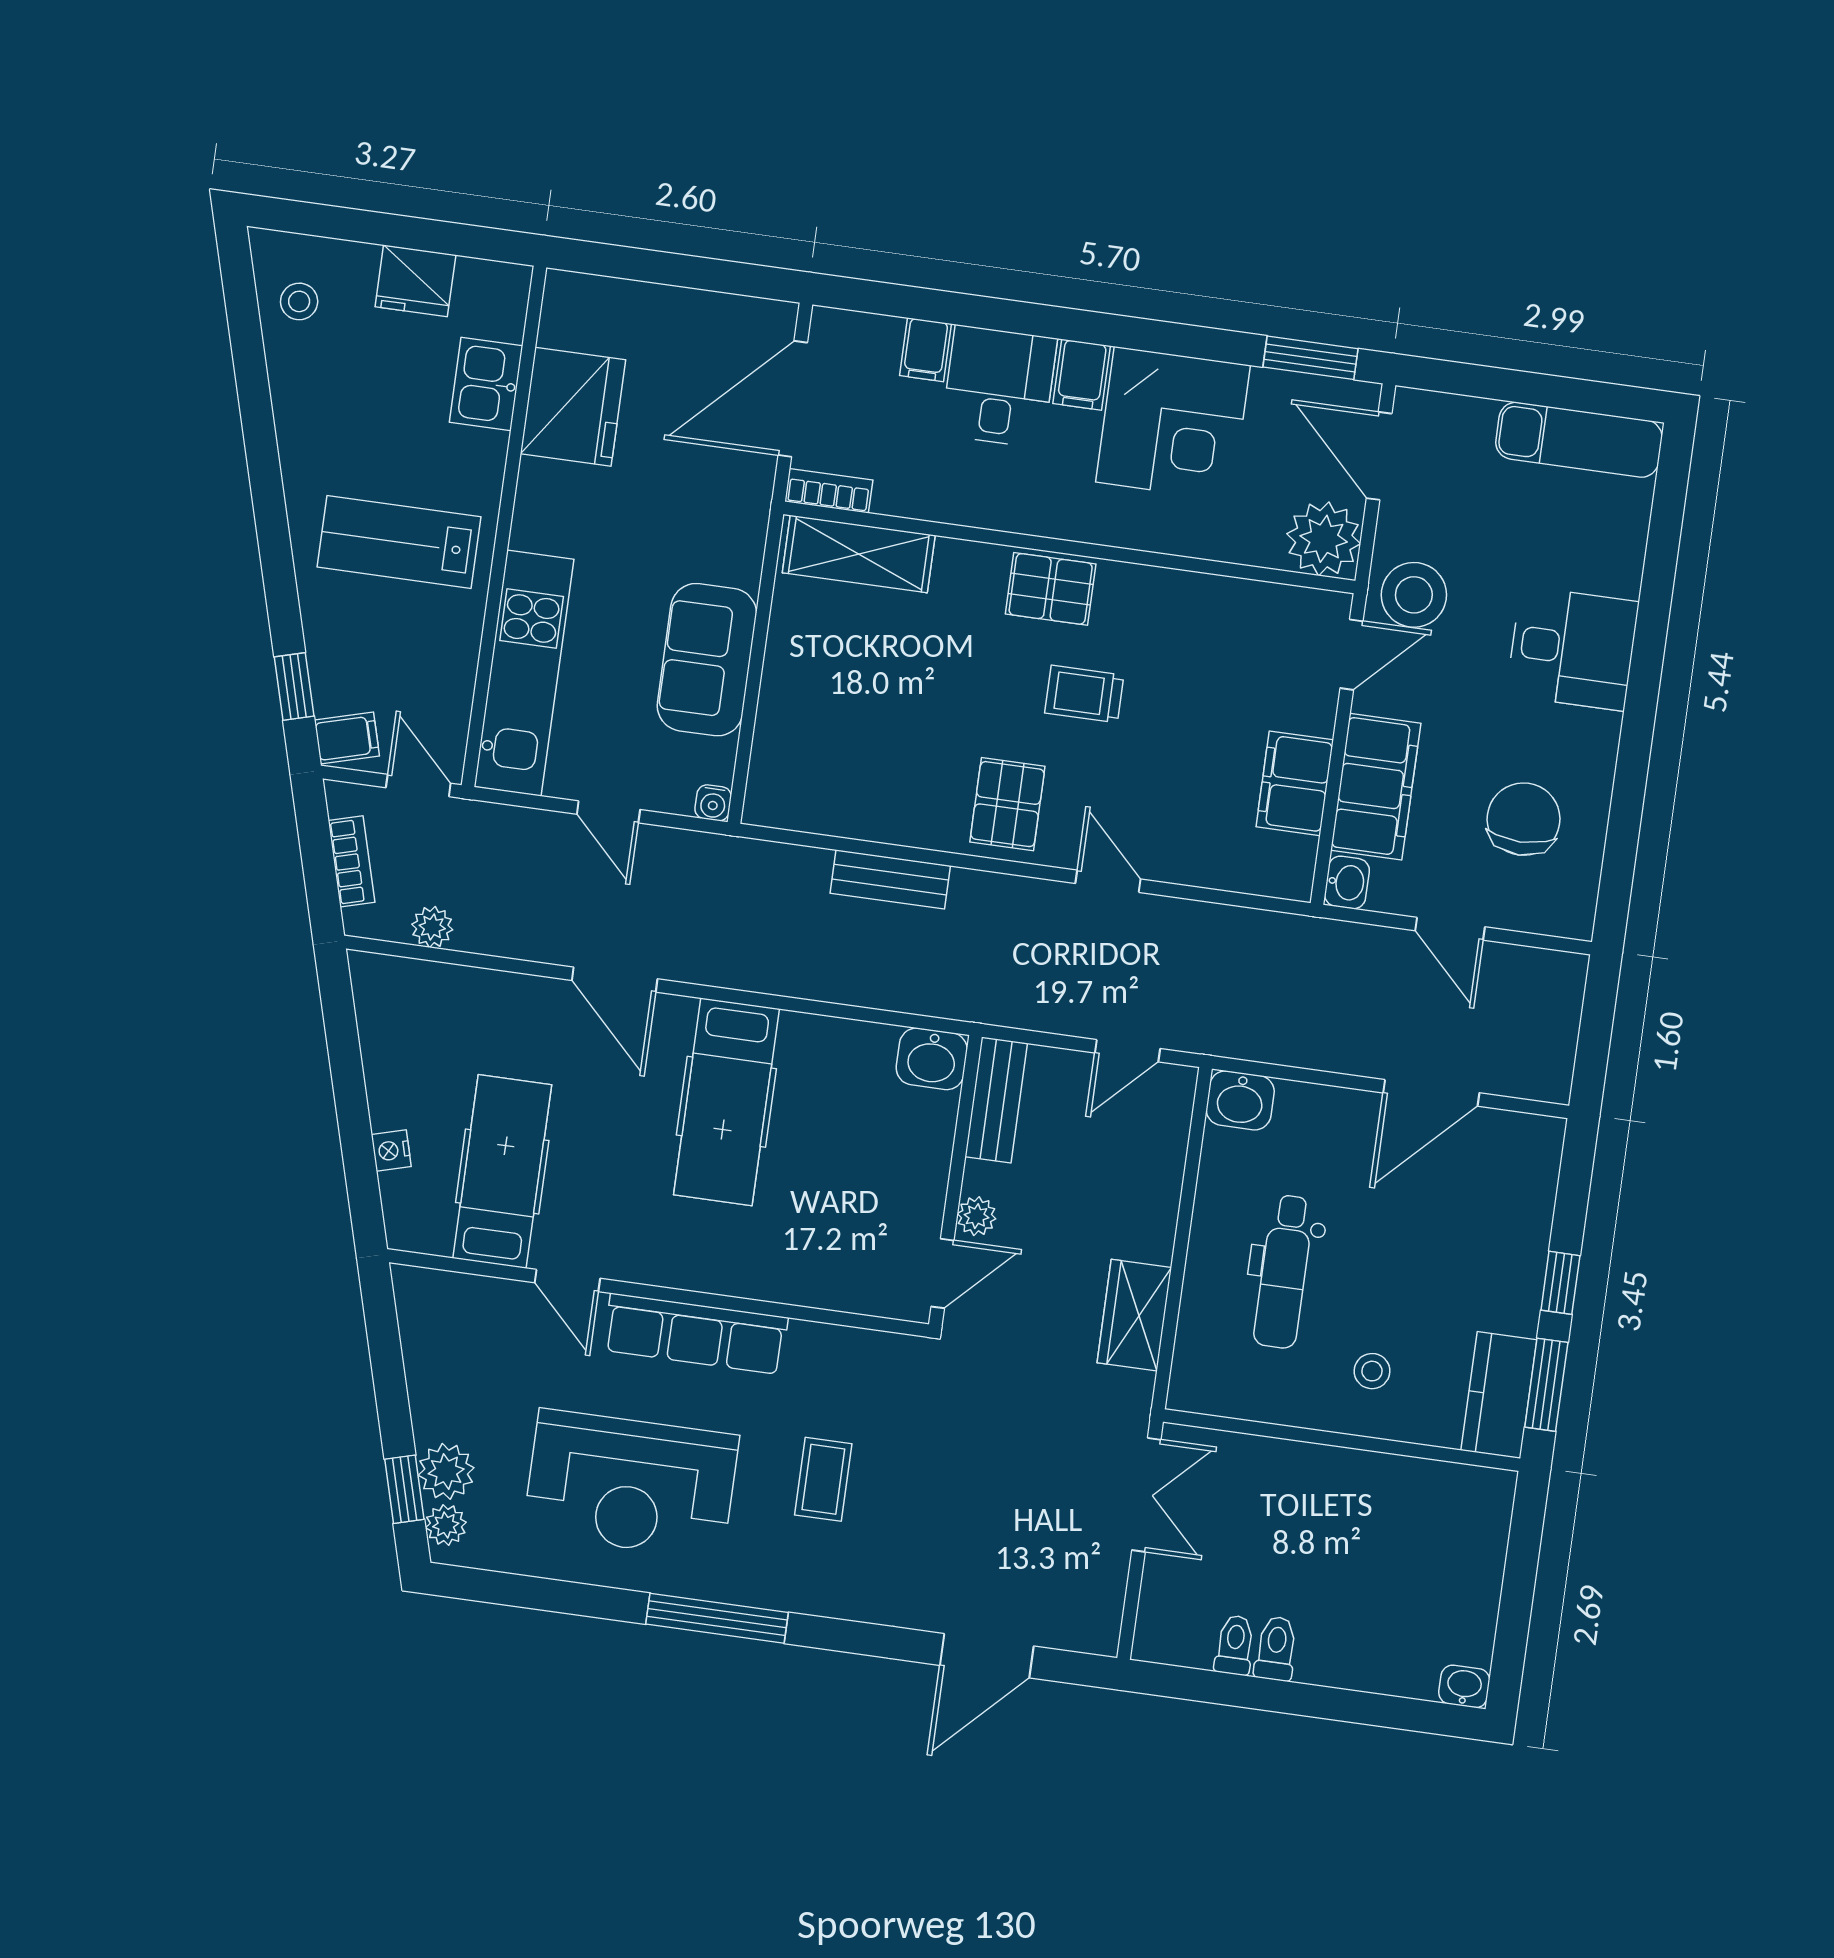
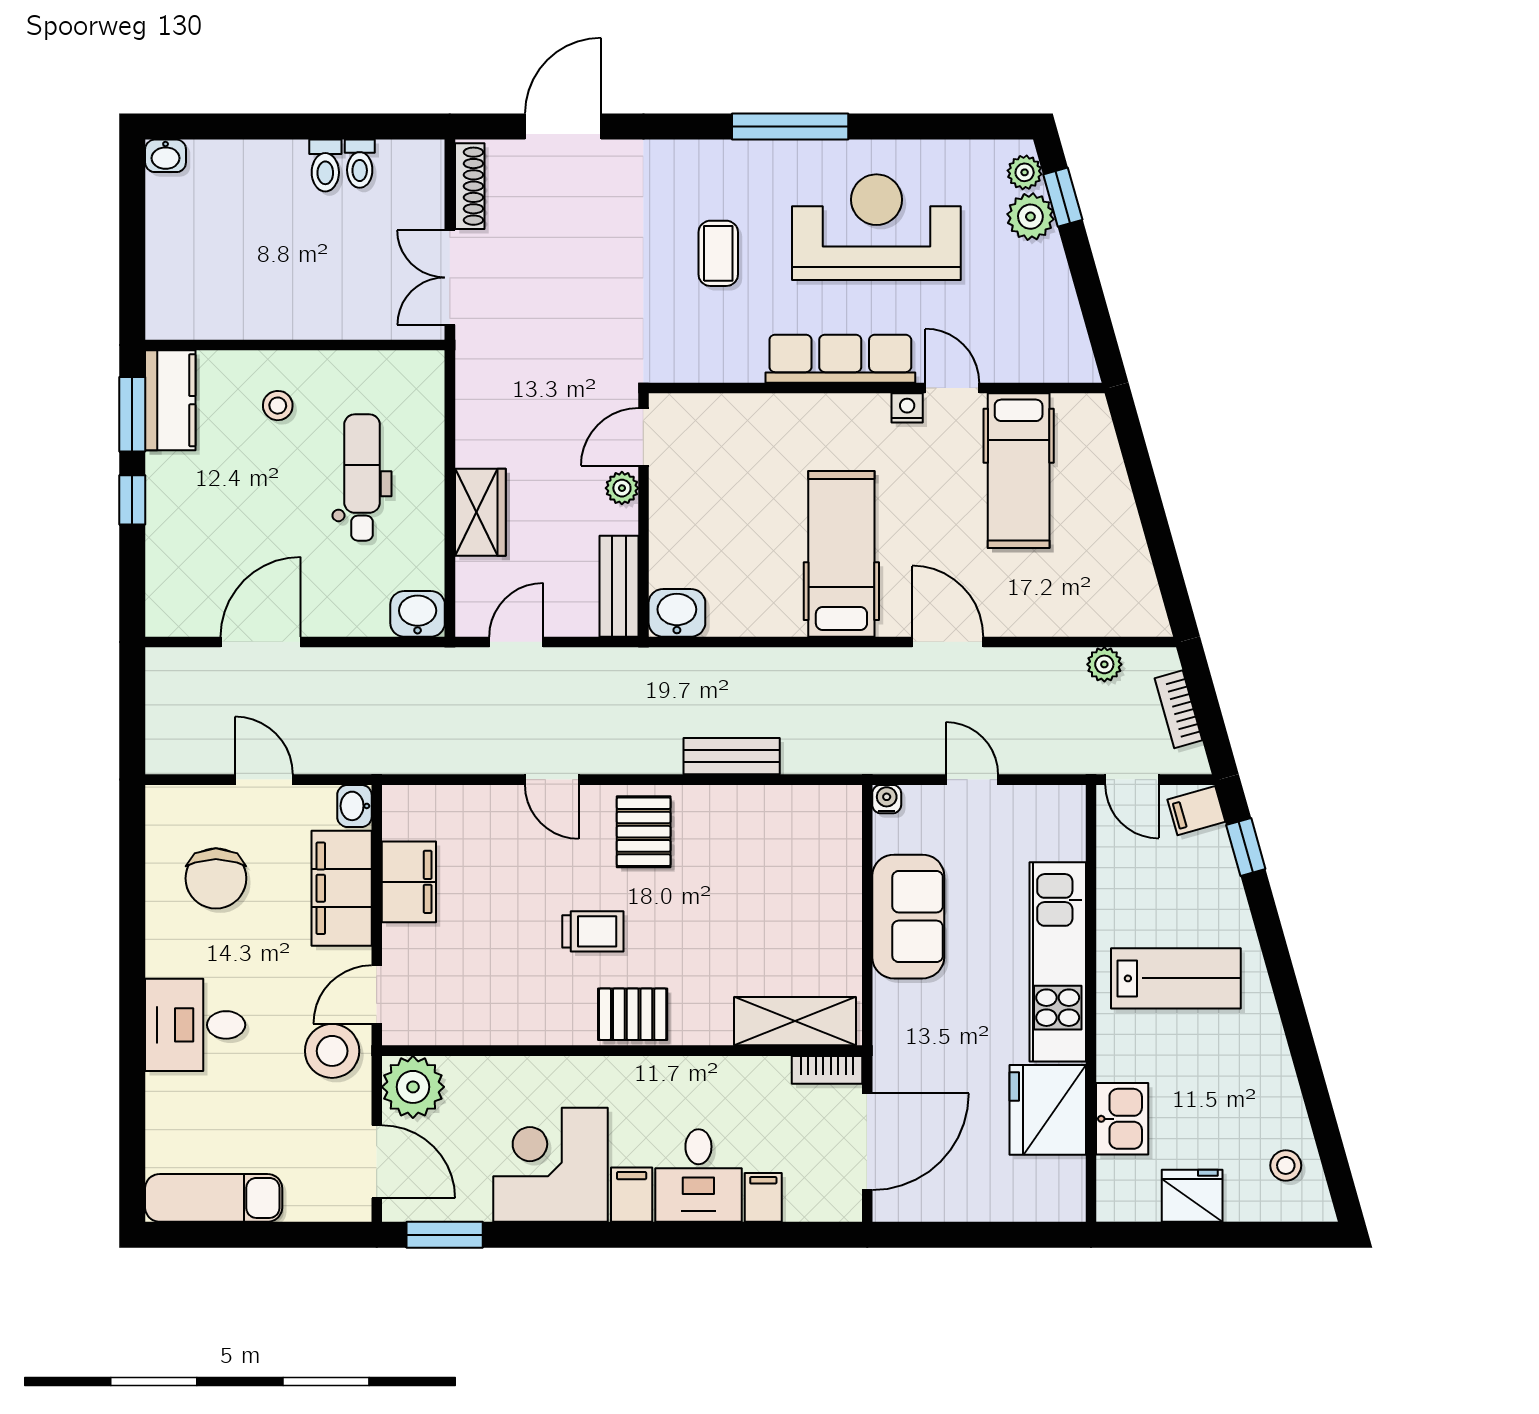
kitchen unit: (524, 673) -> (1058, 962), moved
nightstand: (391, 1150) -> (907, 408), moved, turned -74
wardrobe: (1134, 1315) -> (480, 512), moved
shoe rack: (1108, 1600) -> (470, 186), added

